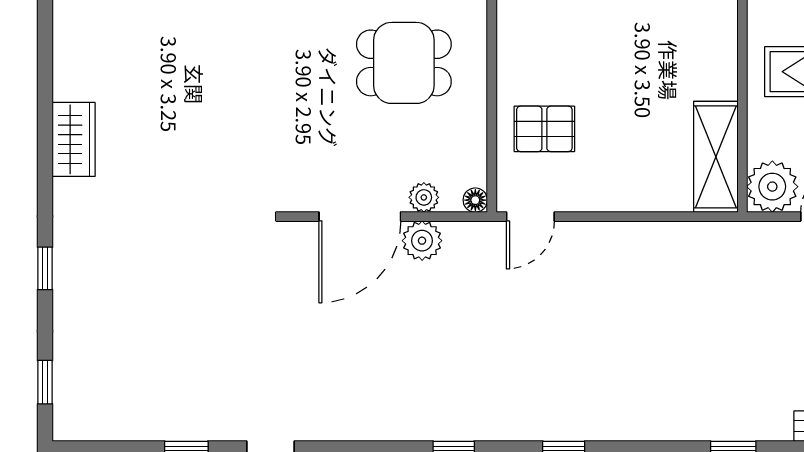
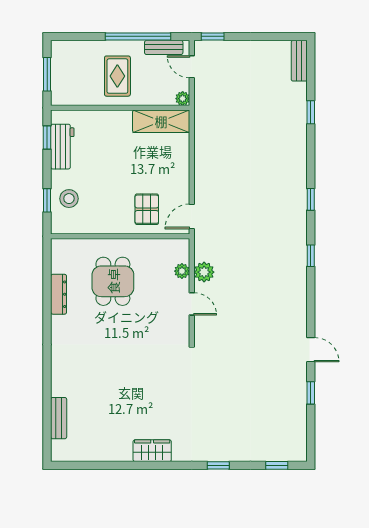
plant: (772, 187) -> (183, 99), width x0.53, depth x0.53
floor lamp: (475, 200) -> (183, 245), removed
door: (360, 217) -> (192, 304), width x0.53
door: (530, 217) -> (192, 216), swing flipped

